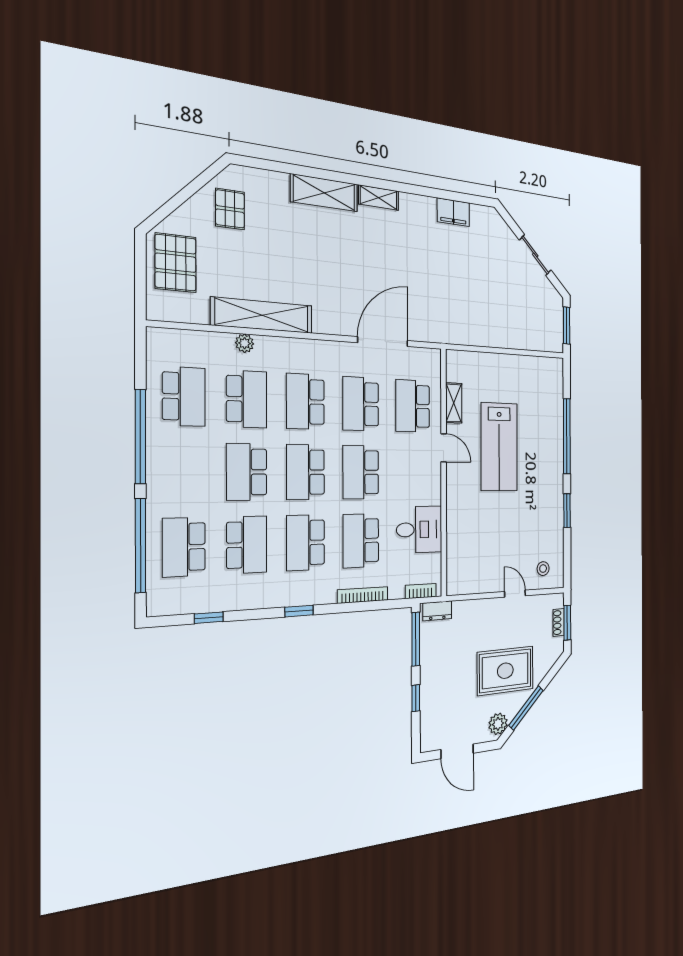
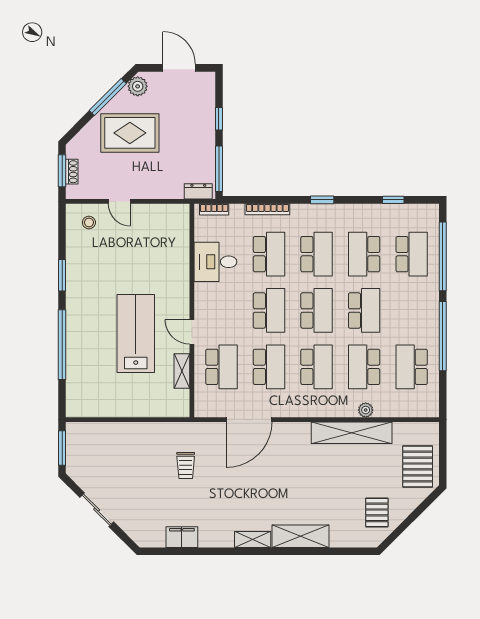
trolley: (450, 294) -> (186, 465), added

